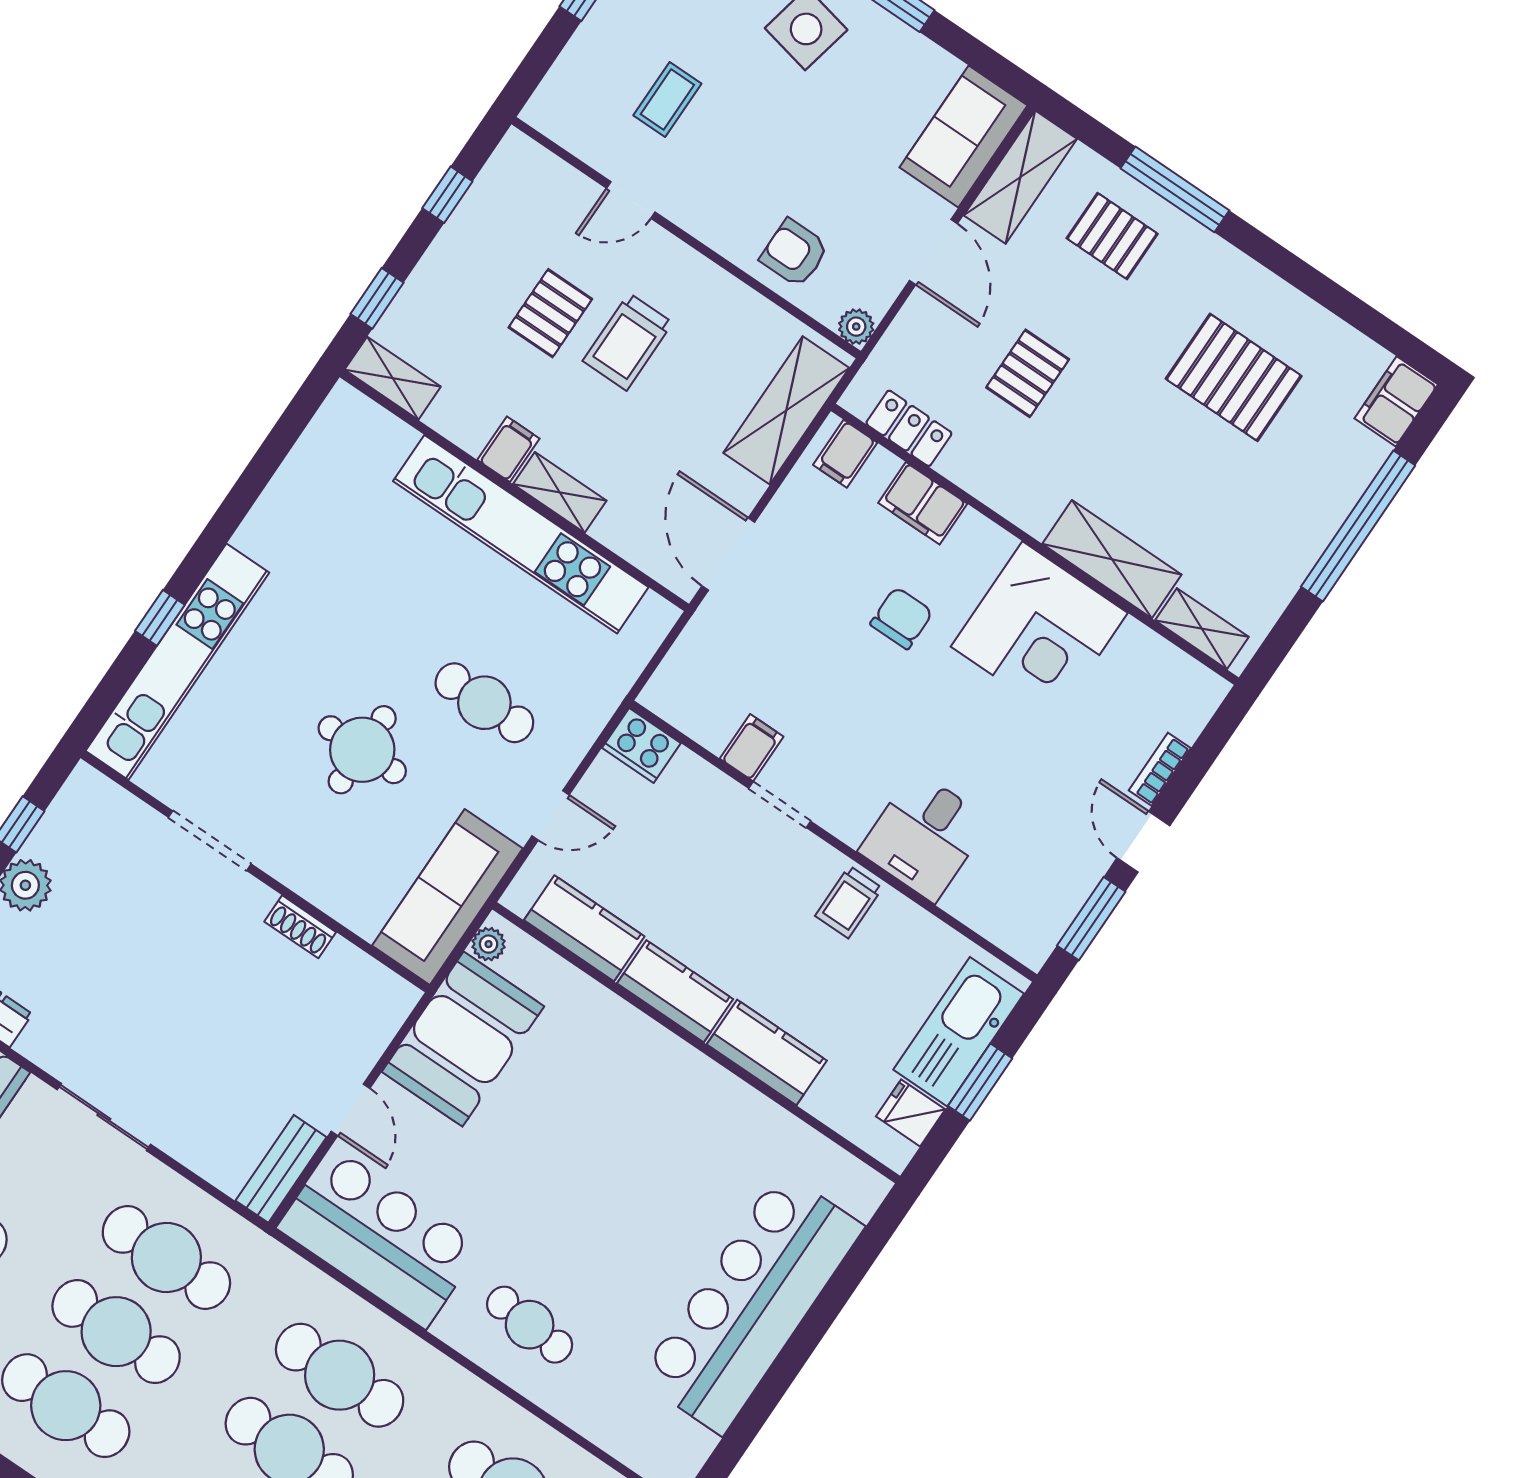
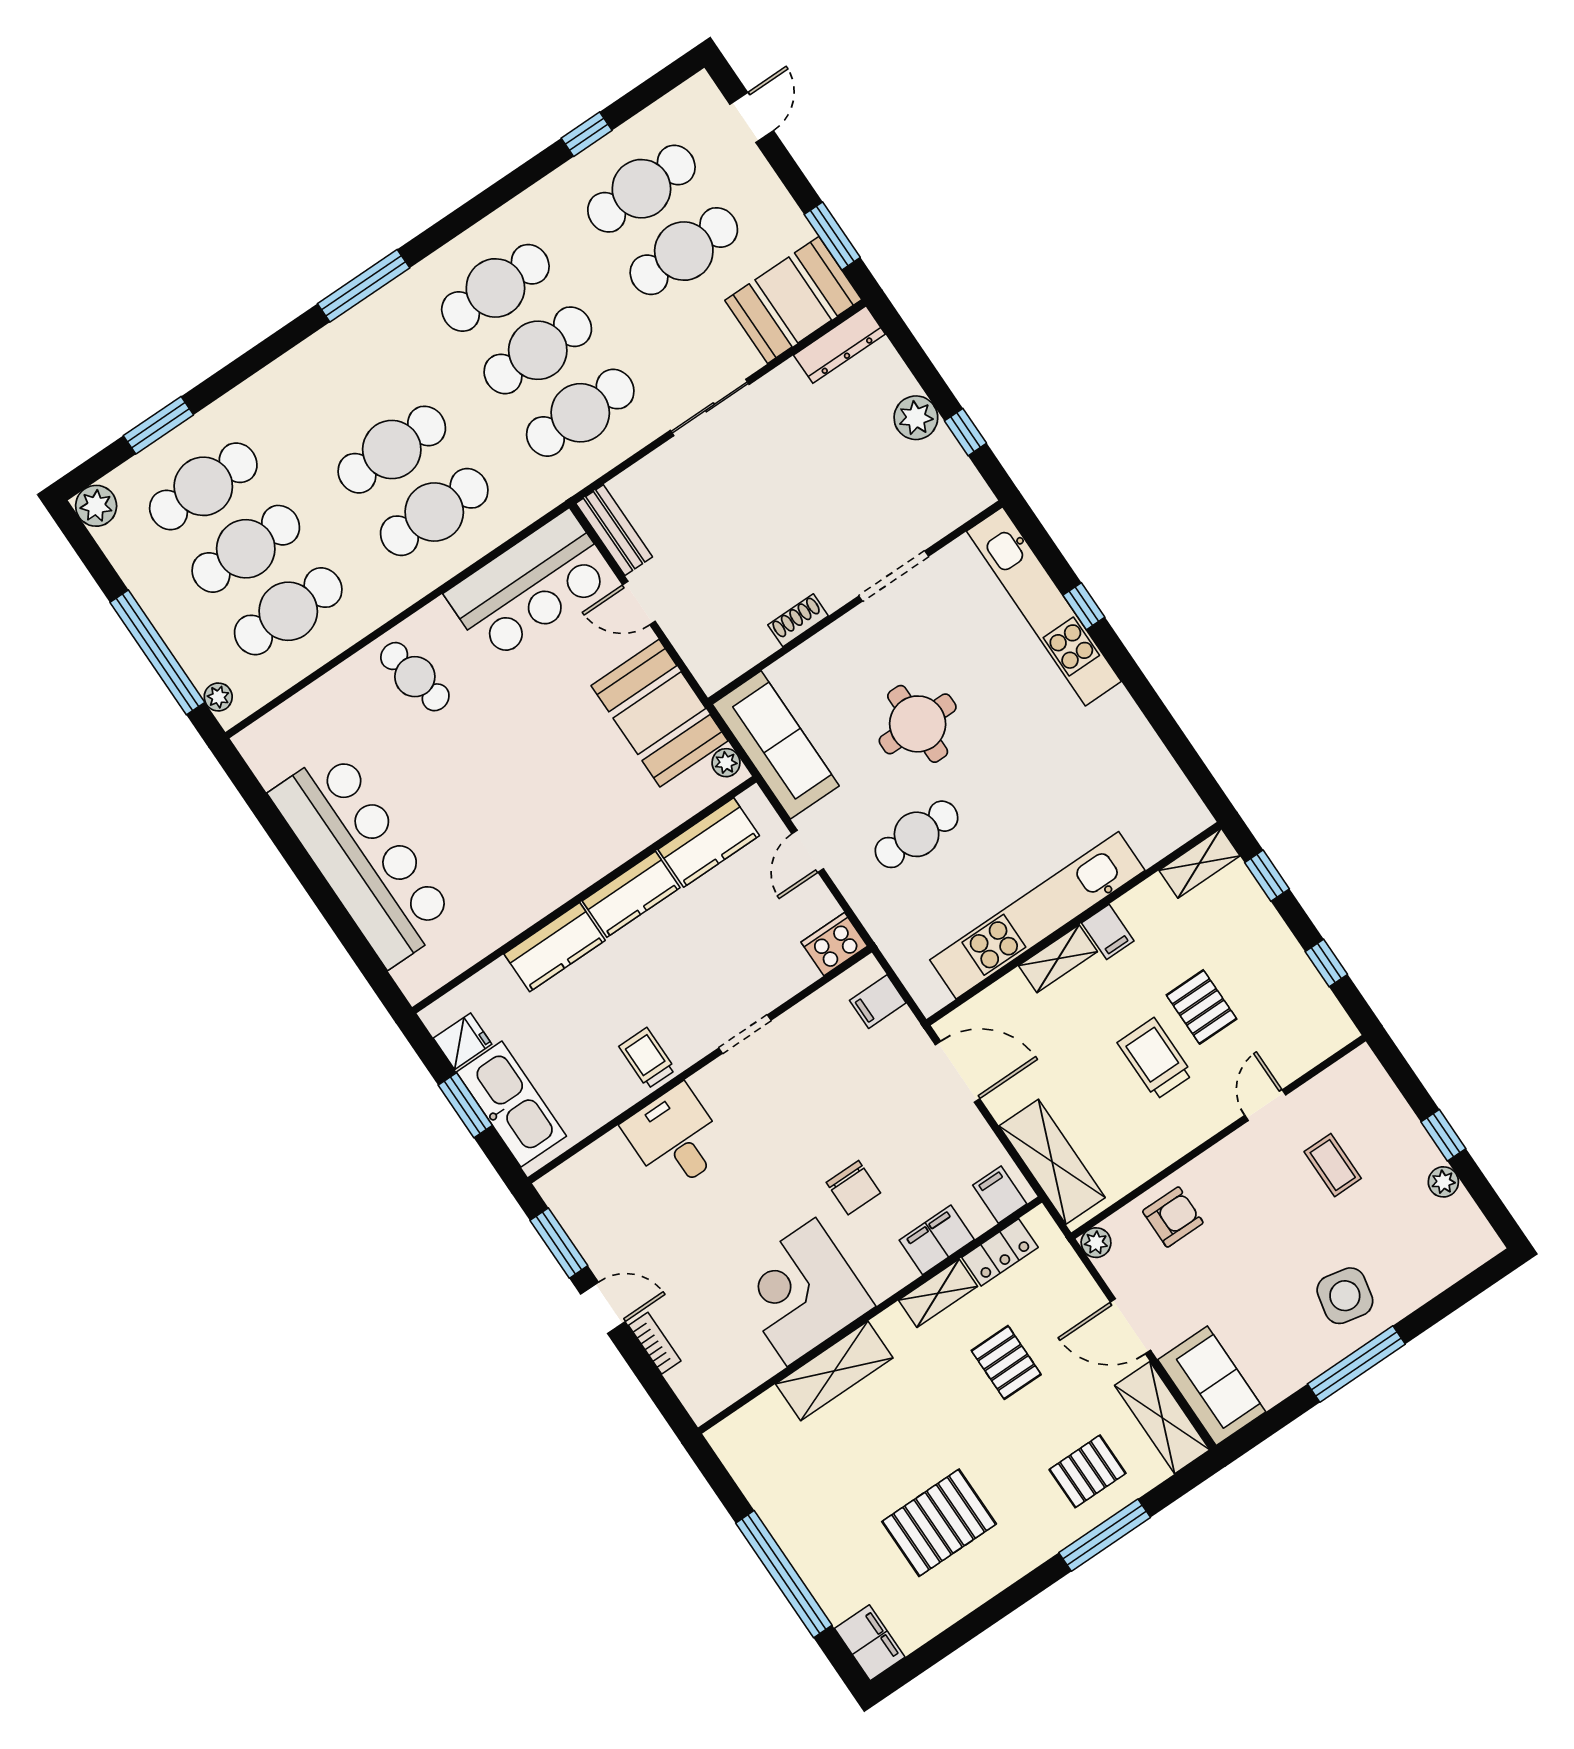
shelving: (1202, 629) -> (938, 1293), moved
filing cabinet: (752, 748) -> (878, 1002), moved, turned 90
cafe table: (530, 1325) -> (415, 677), turned 74

